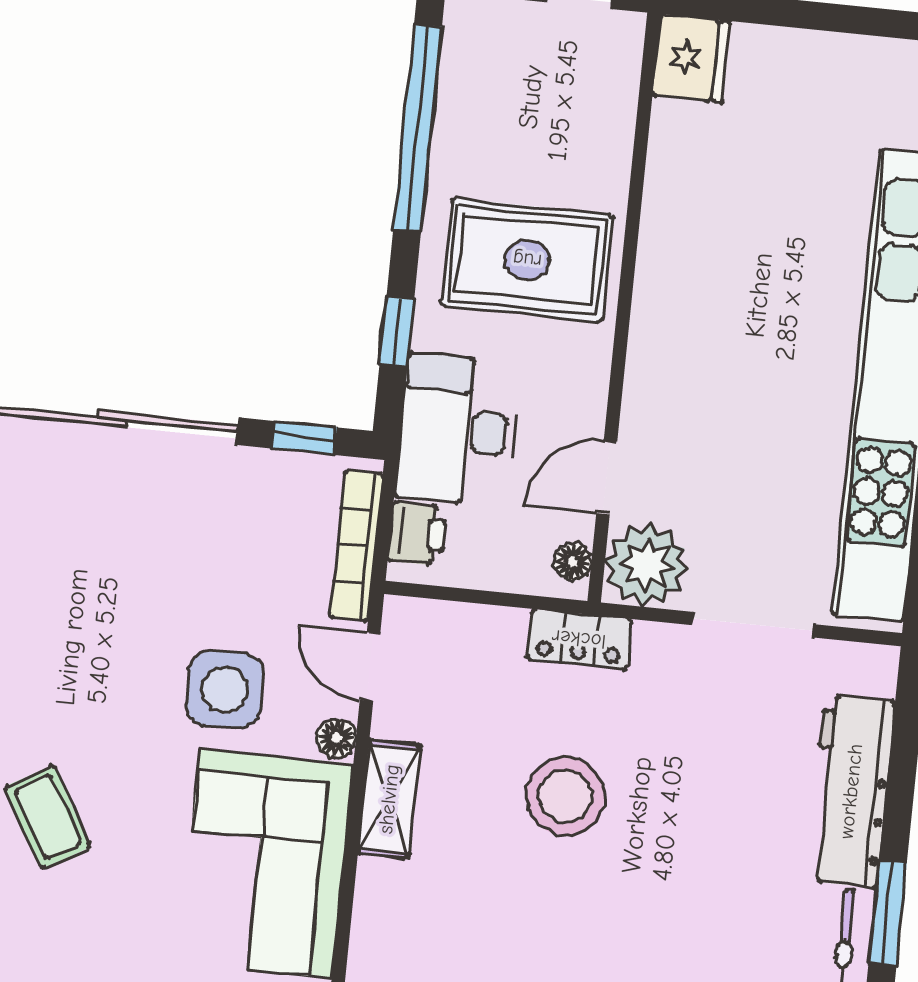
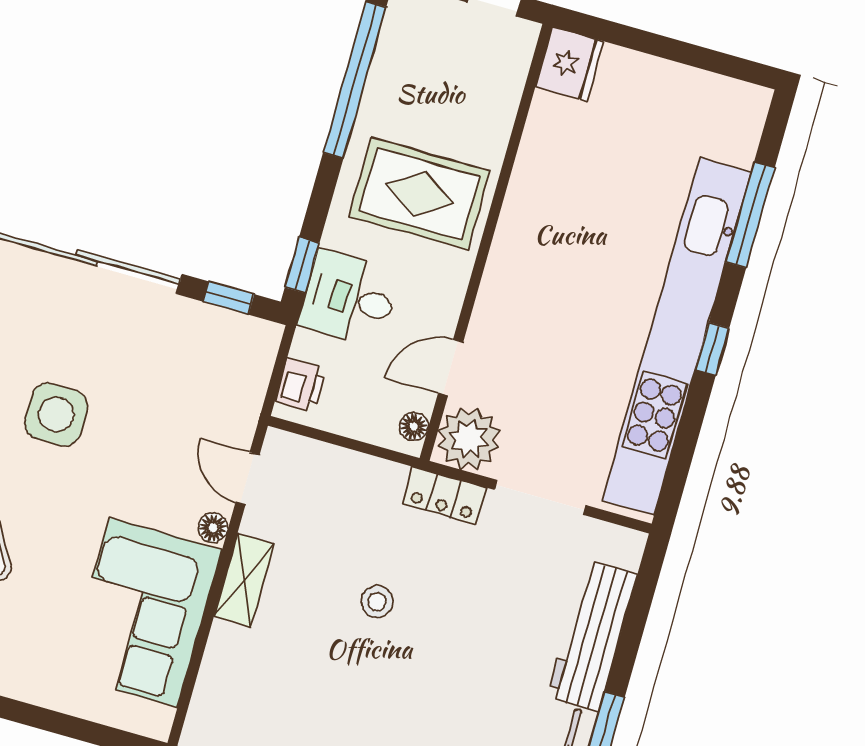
window: (397, 332) -> (302, 265), moved
desk: (458, 430) -> (349, 298), width x0.73
bookcase: (357, 546) -> (253, 386), removed
locker: (579, 639) -> (444, 496), moved
side table: (225, 689) -> (56, 414), moved
stool: (565, 796) -> (377, 602), width x0.53, depth x0.53

